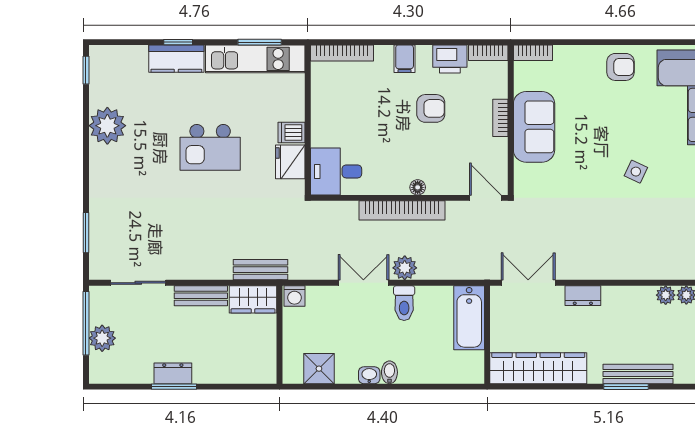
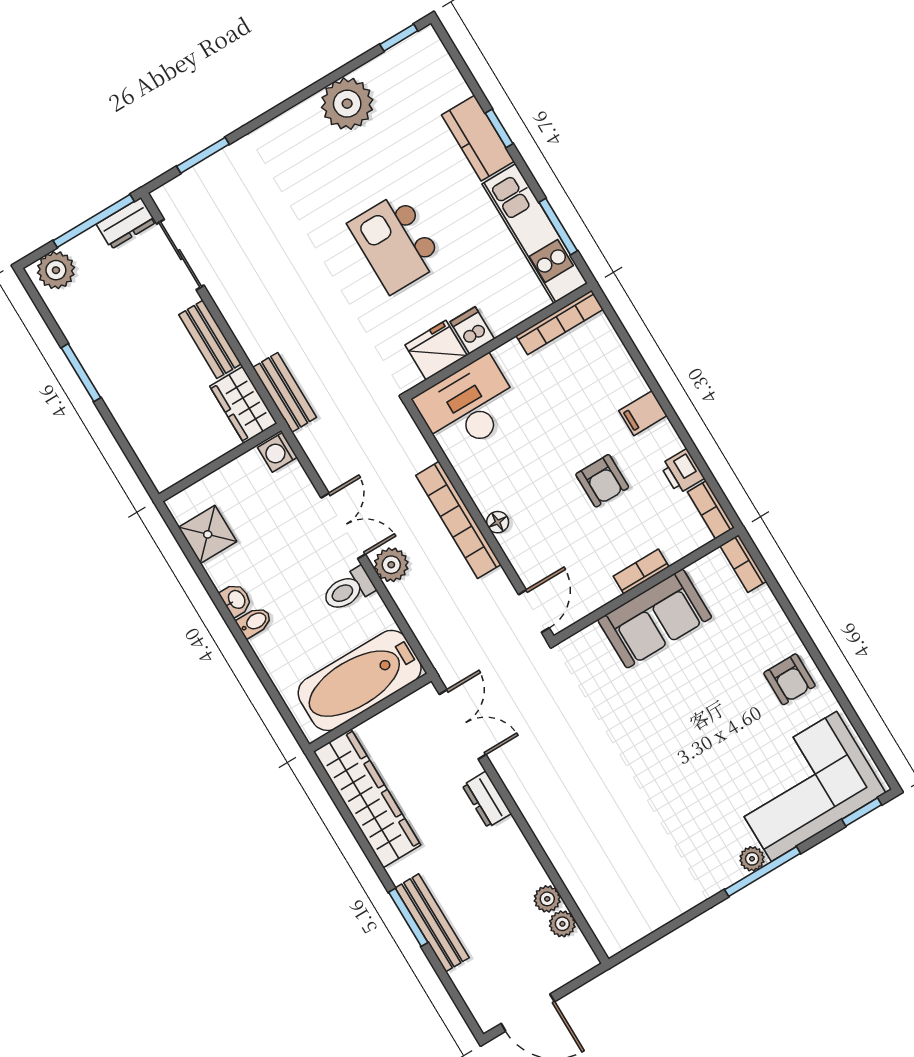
bookcase: (342, 53) -> (560, 322), moved, turned -90
printer: (450, 59) -> (682, 471), width x0.73, depth x0.81
desk: (336, 171) -> (468, 406), width x1.37
side table: (636, 172) -> (675, 774), removed
bathtub: (469, 318) -> (360, 680), width x1.36, depth x1.36
plant: (102, 338) -> (56, 270), moved
dresser: (173, 373) -> (126, 223), moved, turned 90

